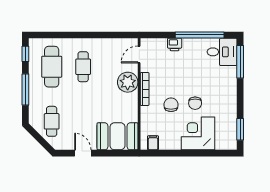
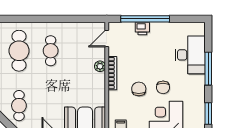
window: (200, 35) -> (145, 19), moved
desk: (222, 52) -> (190, 55), moved, width x1.37
window: (240, 62) -> (208, 69), moved
plant: (128, 82) -> (100, 66), width x0.53, depth x0.53

